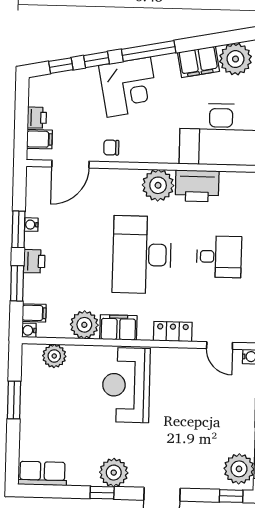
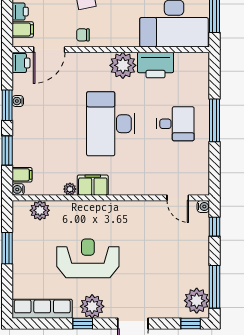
printer: (34, 261) -> (21, 63), moved
plant: (84, 325) -> (70, 189), width x0.53, depth x0.53
locker: (173, 332) -> (138, 187), removed
reception desk: (126, 385) -> (88, 258), moved, turned 90
row of seats: (42, 473) -> (42, 309), width x1.48

